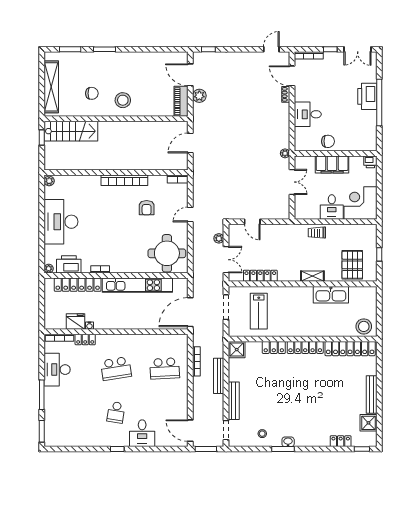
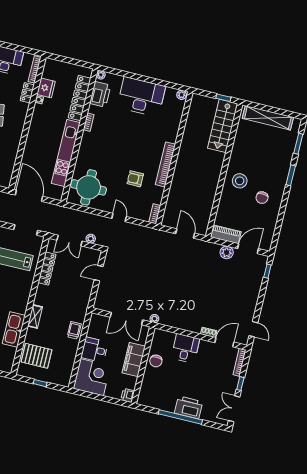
chair: (92, 93) -> (262, 198), moved
double door: (292, 182) -> (126, 319), width x1.37

